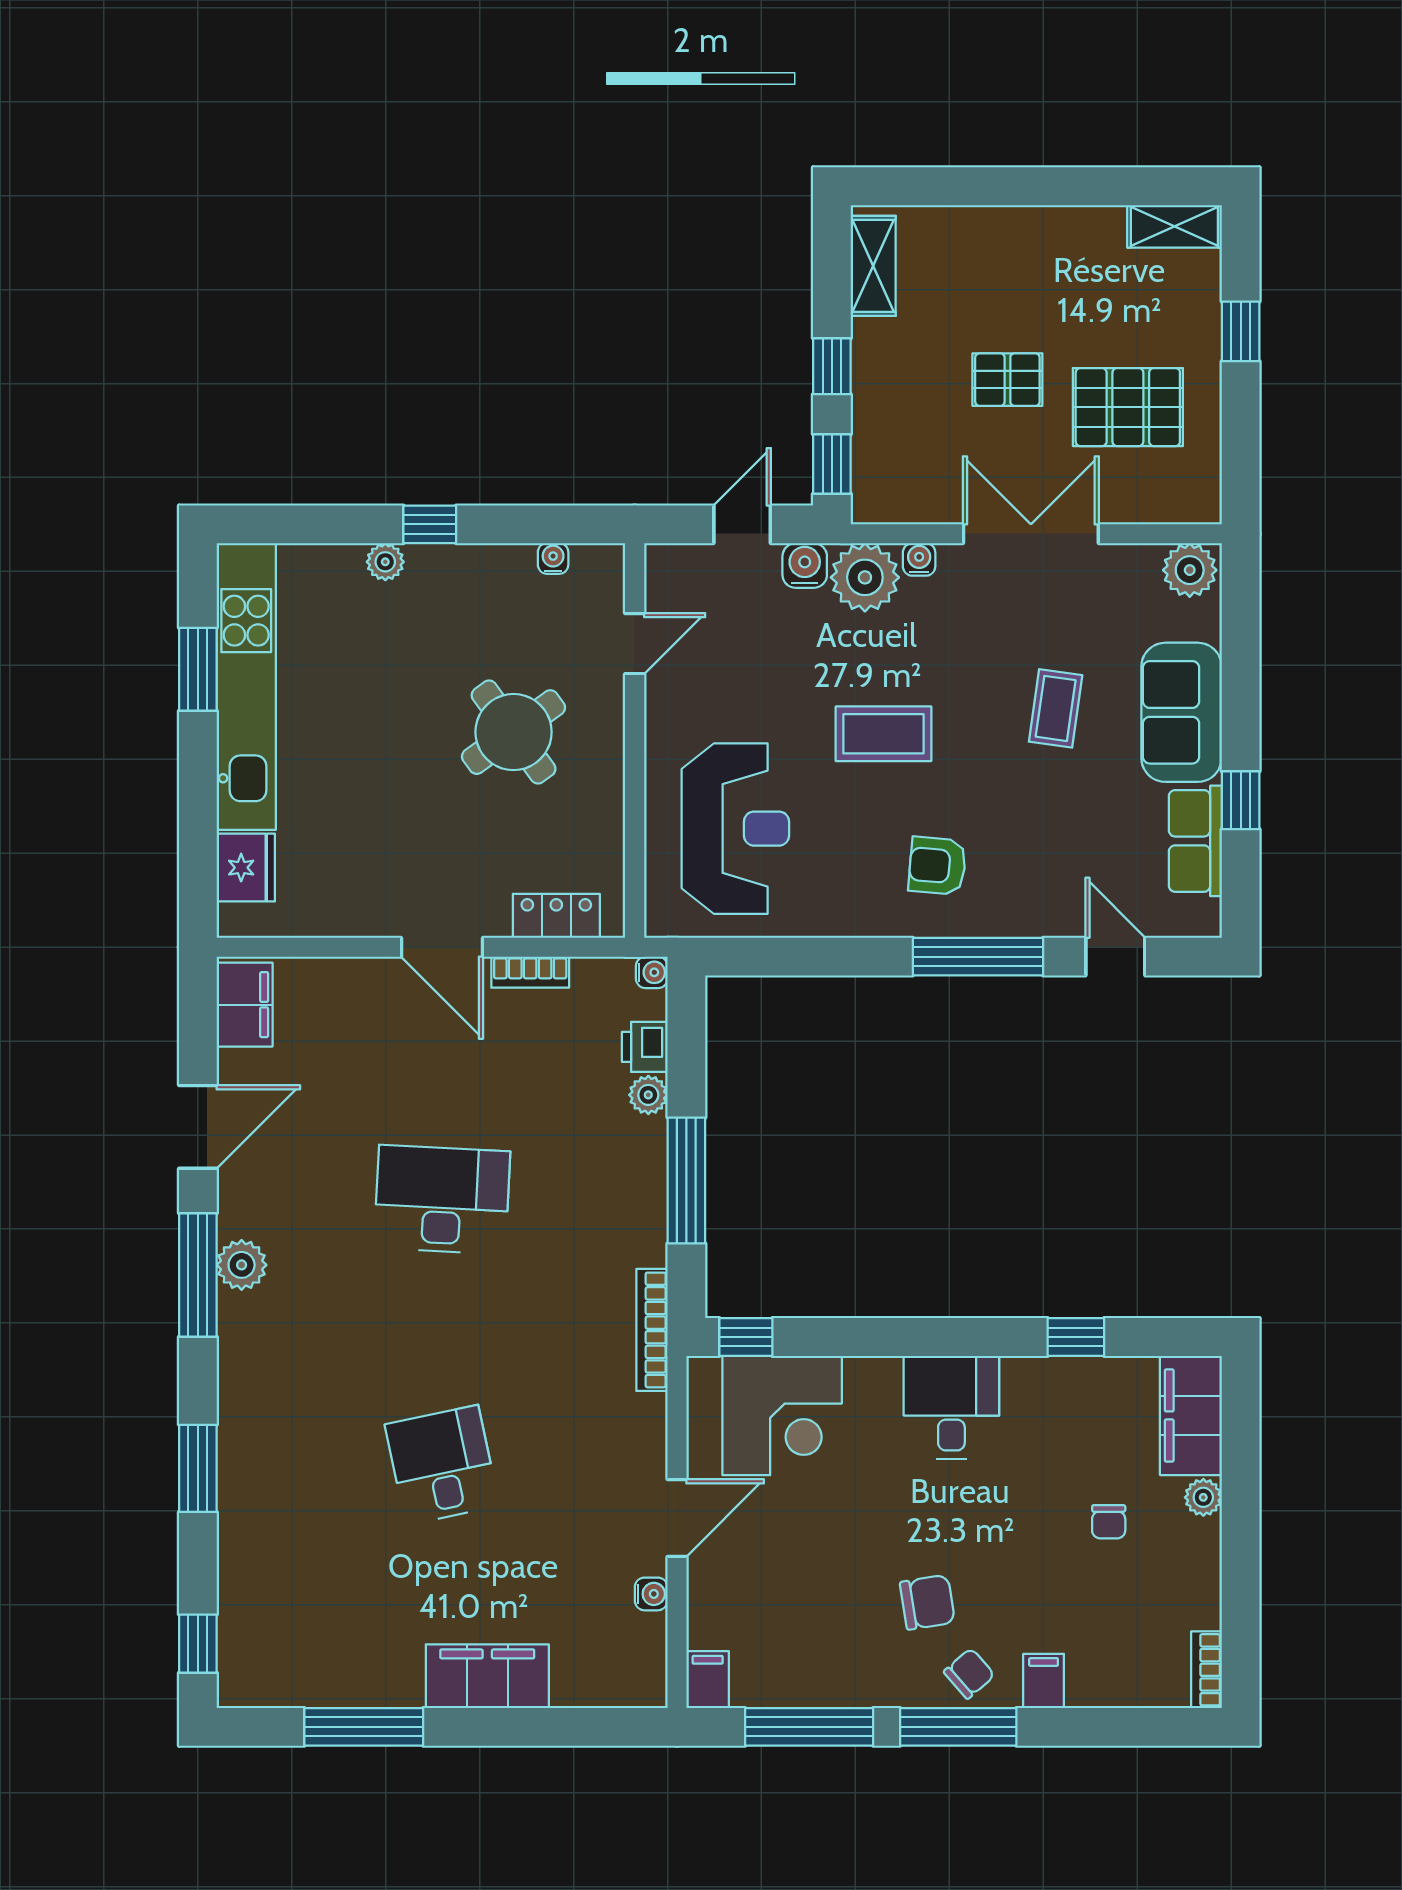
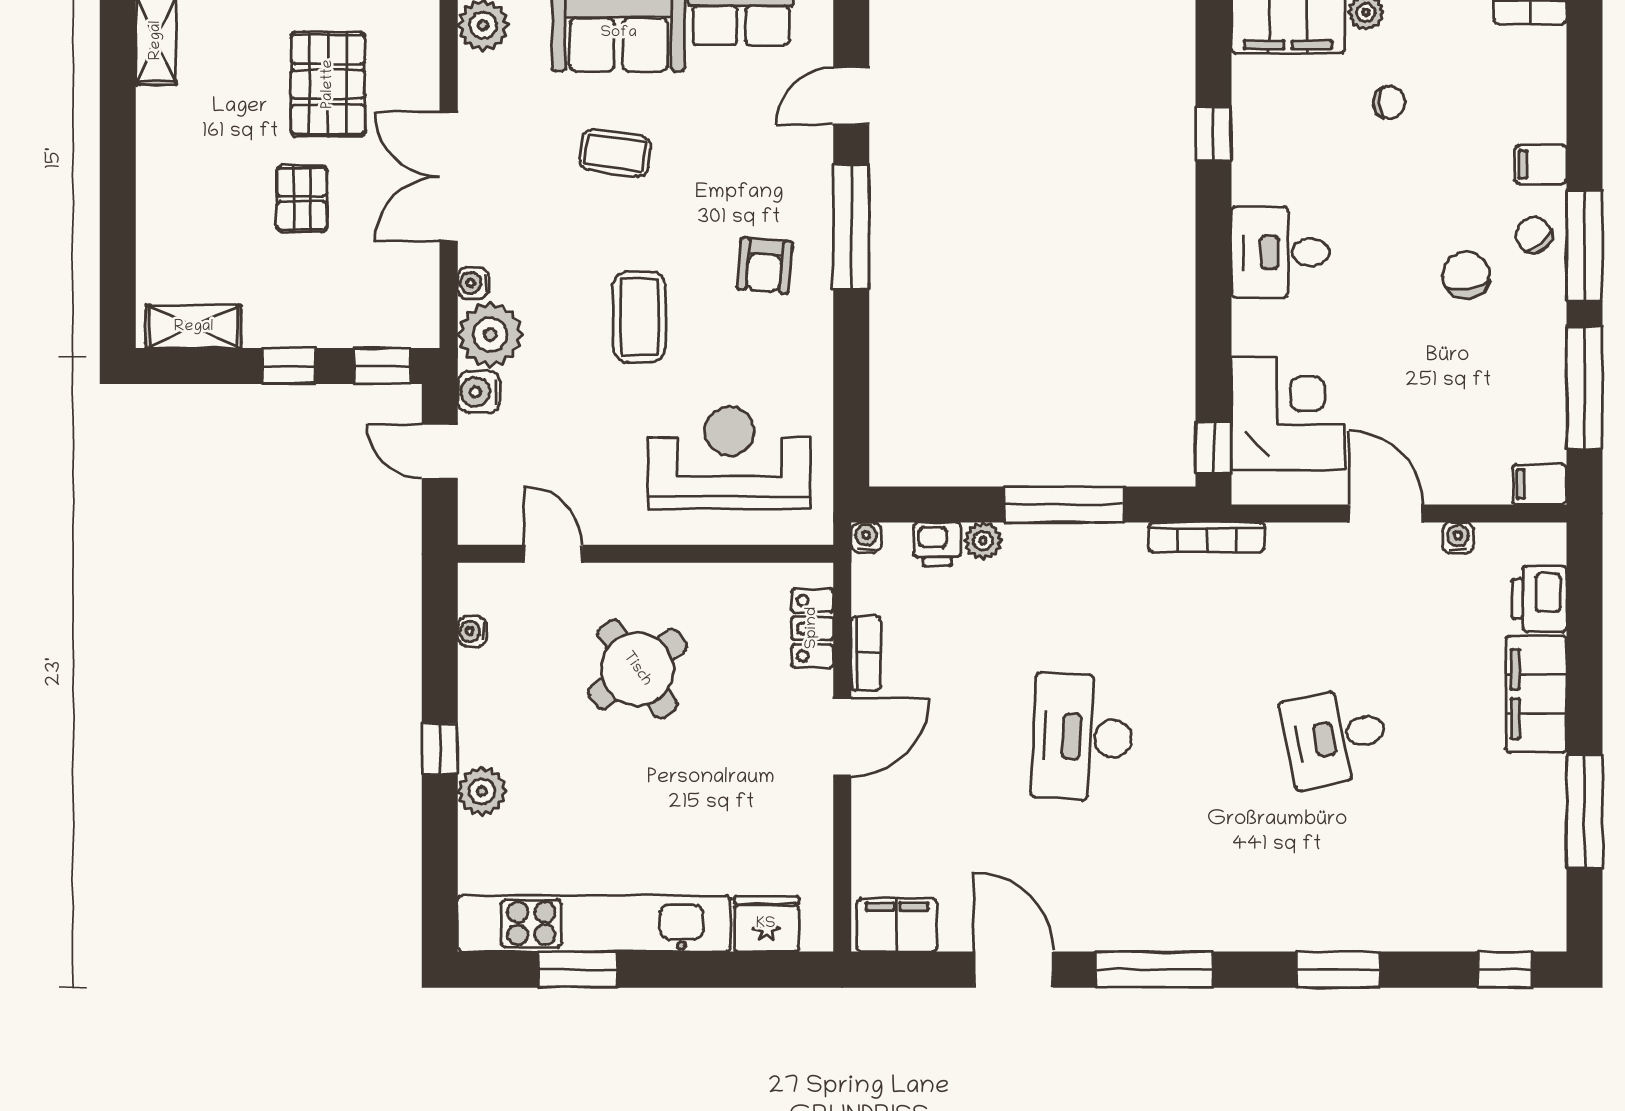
plant: (385, 562) -> (482, 791), width x1.38, depth x1.38
plant: (242, 1265) -> (1145, 928), removed
printer: (587, 1679) -> (1539, 599), added

